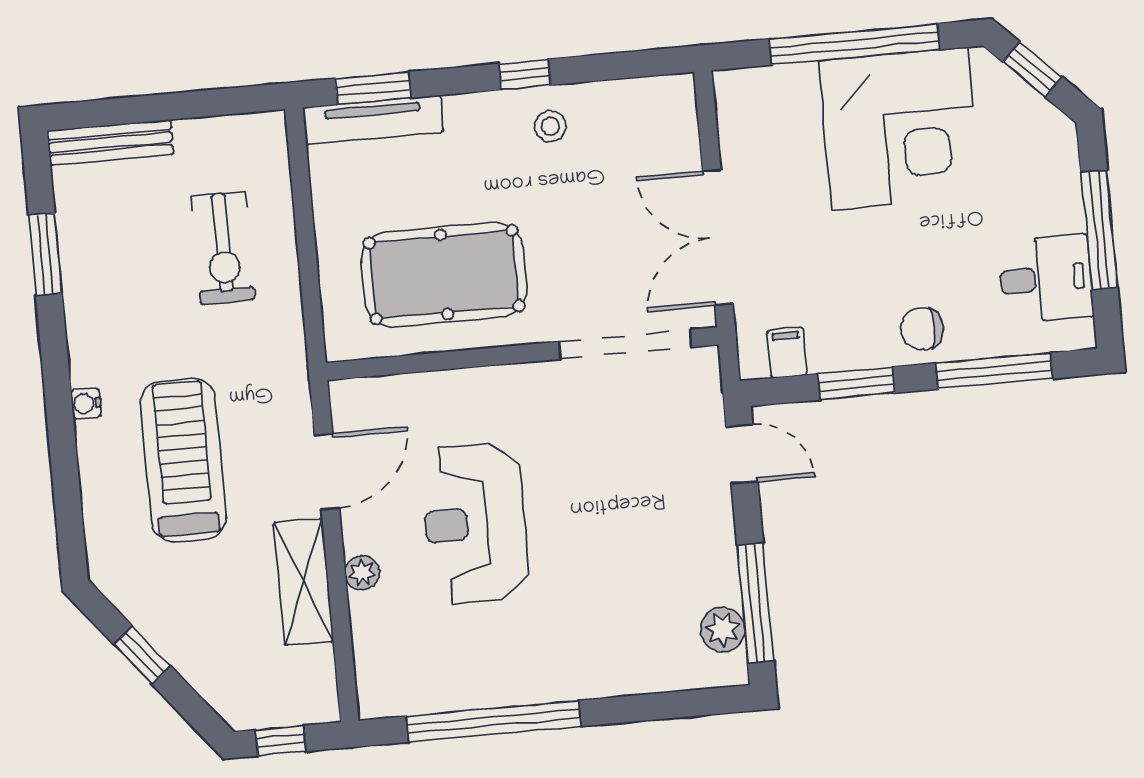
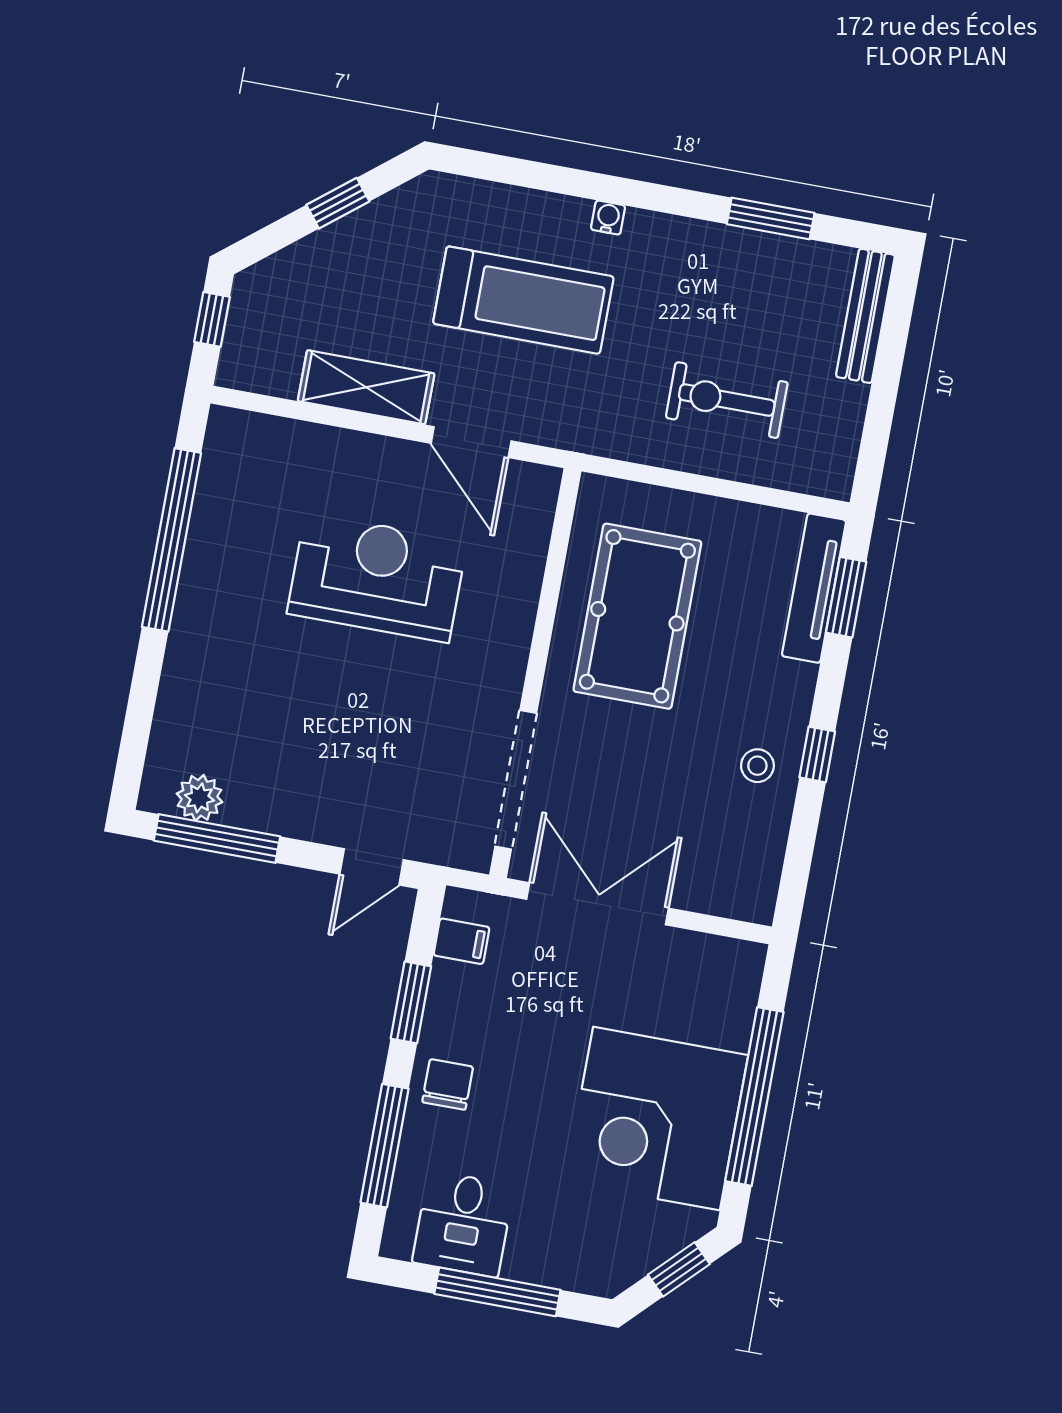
plant: (362, 573) -> (359, 449), removed

